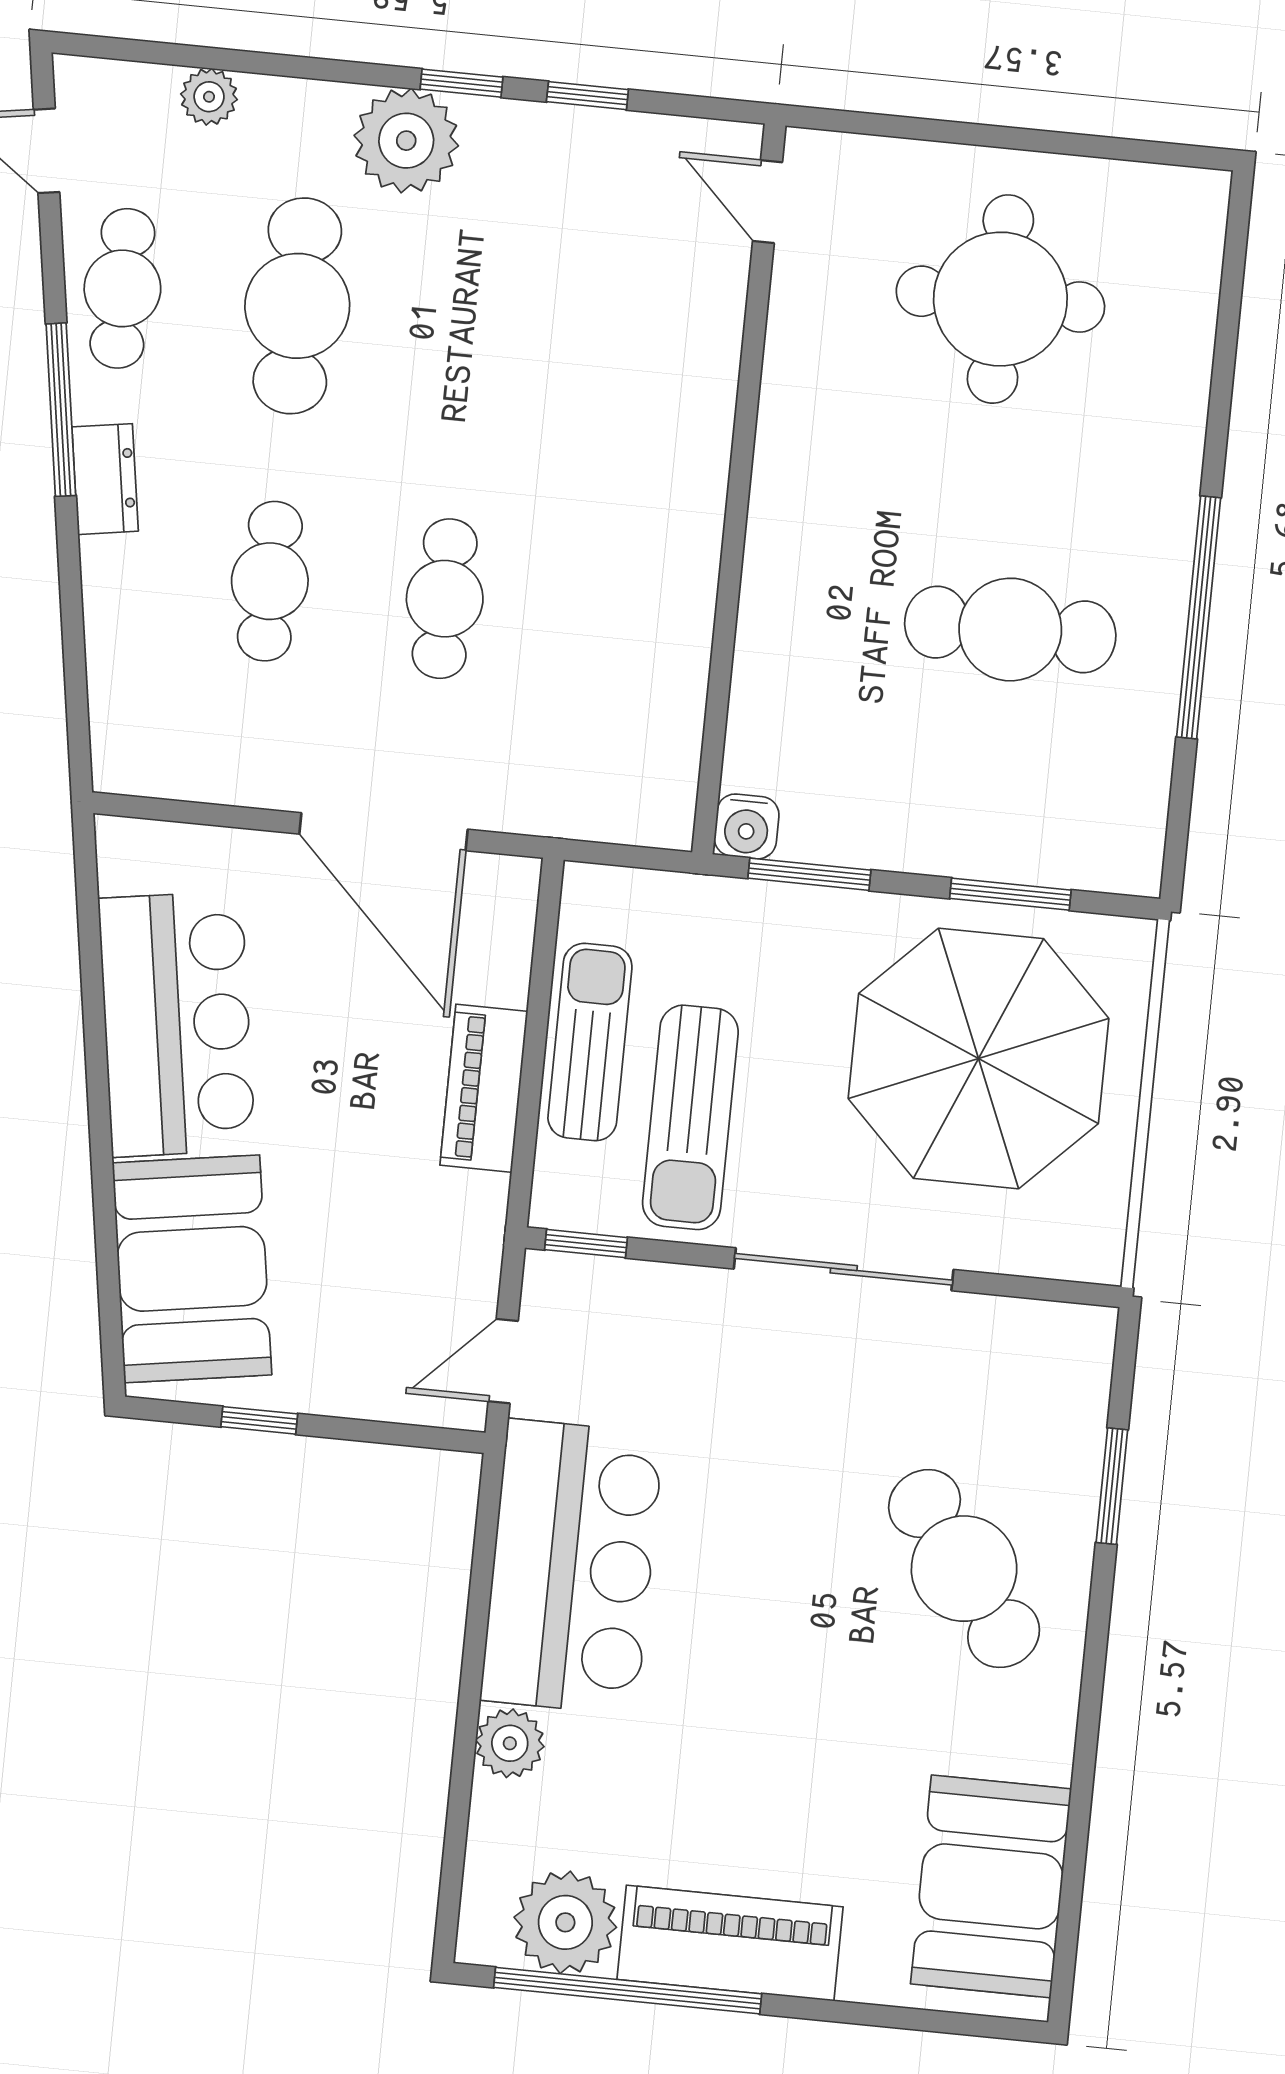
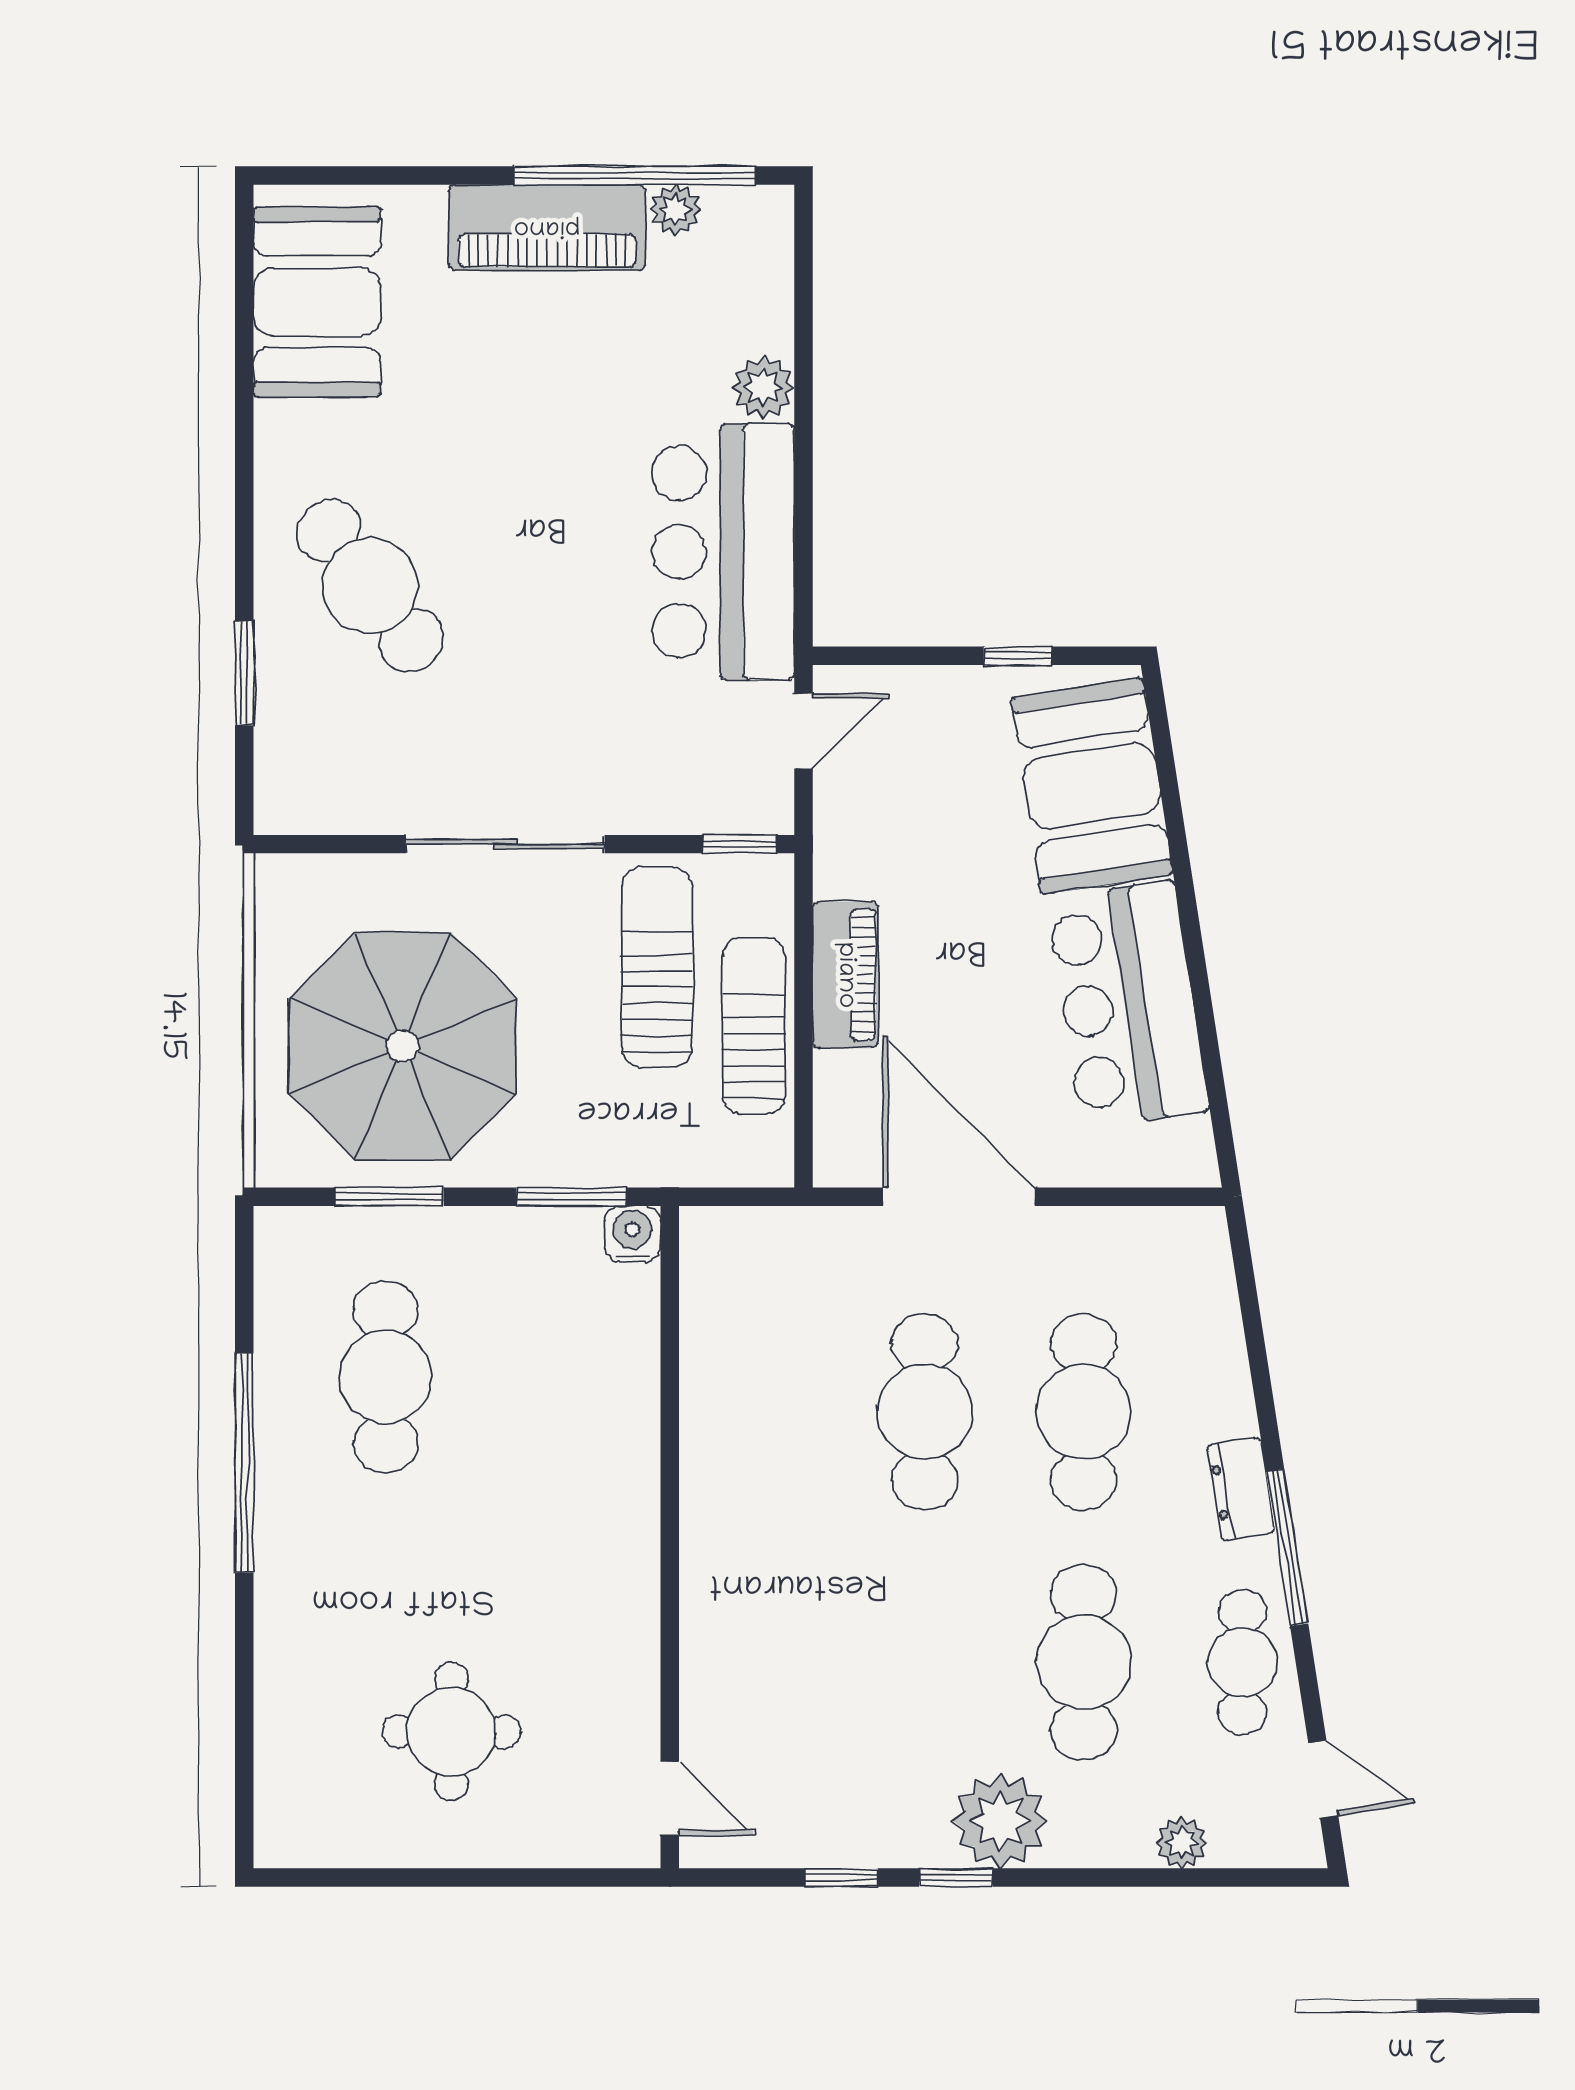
round table: (1000, 299) -> (451, 1732), width x0.73, depth x0.73
cafe table: (270, 581) -> (1084, 1412), width x1.37, depth x1.35
cafe table: (445, 599) -> (925, 1412), width x1.37, depth x1.35
cafe table: (1010, 630) -> (386, 1377), moved, turned 90
sun lounger: (590, 1042) -> (754, 1026), turned 180
plant: (565, 1922) -> (675, 209), width x0.53, depth x0.53

